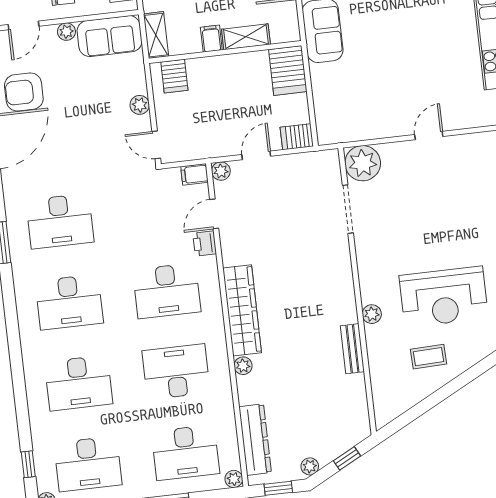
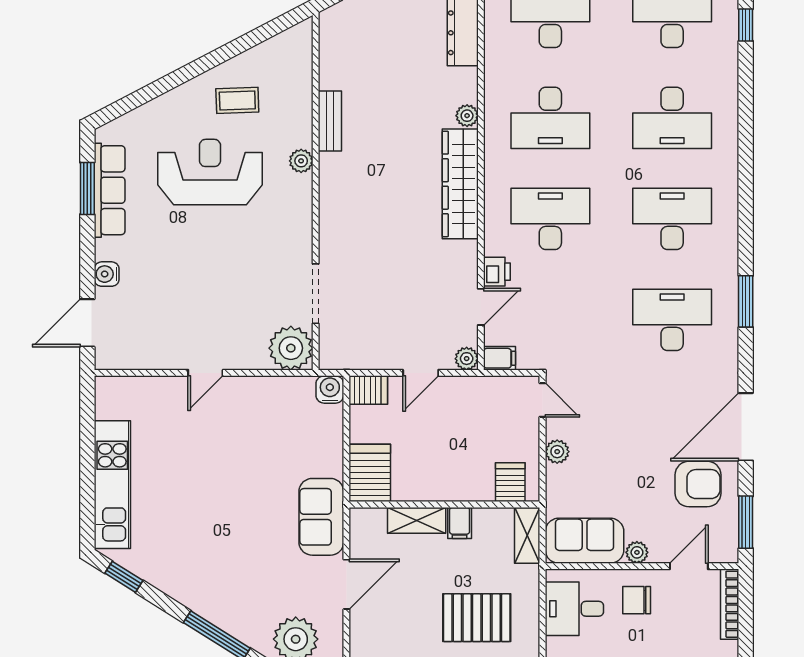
water cooler: (328, 134) -> (330, 389), added
desk: (79, 383) -> (672, 118), turned 180

